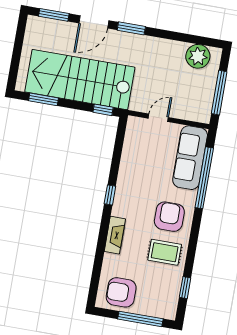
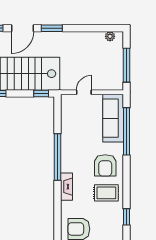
plant: (198, 56) -> (110, 36), width x0.53, depth x0.53
window: (110, 195) -> (58, 157), width x3.17
armchair: (169, 217) -> (105, 165), turned 180

